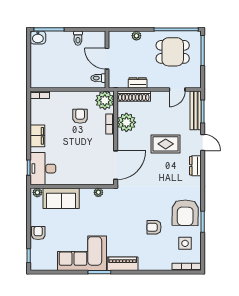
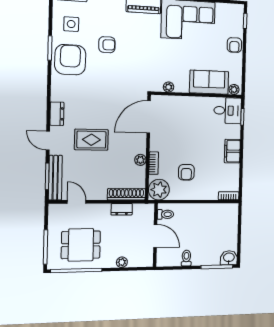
door: (177, 90) -> (77, 202), hinge flipped
plant: (126, 122) -> (140, 160), width x0.53, depth x0.53
desk: (43, 169) -> (228, 111), width x0.73

